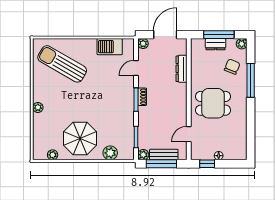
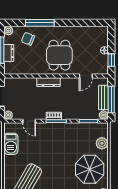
dresser: (182, 69) -> (48, 82), moved
door: (189, 134) -> (86, 76), hinge flipped

